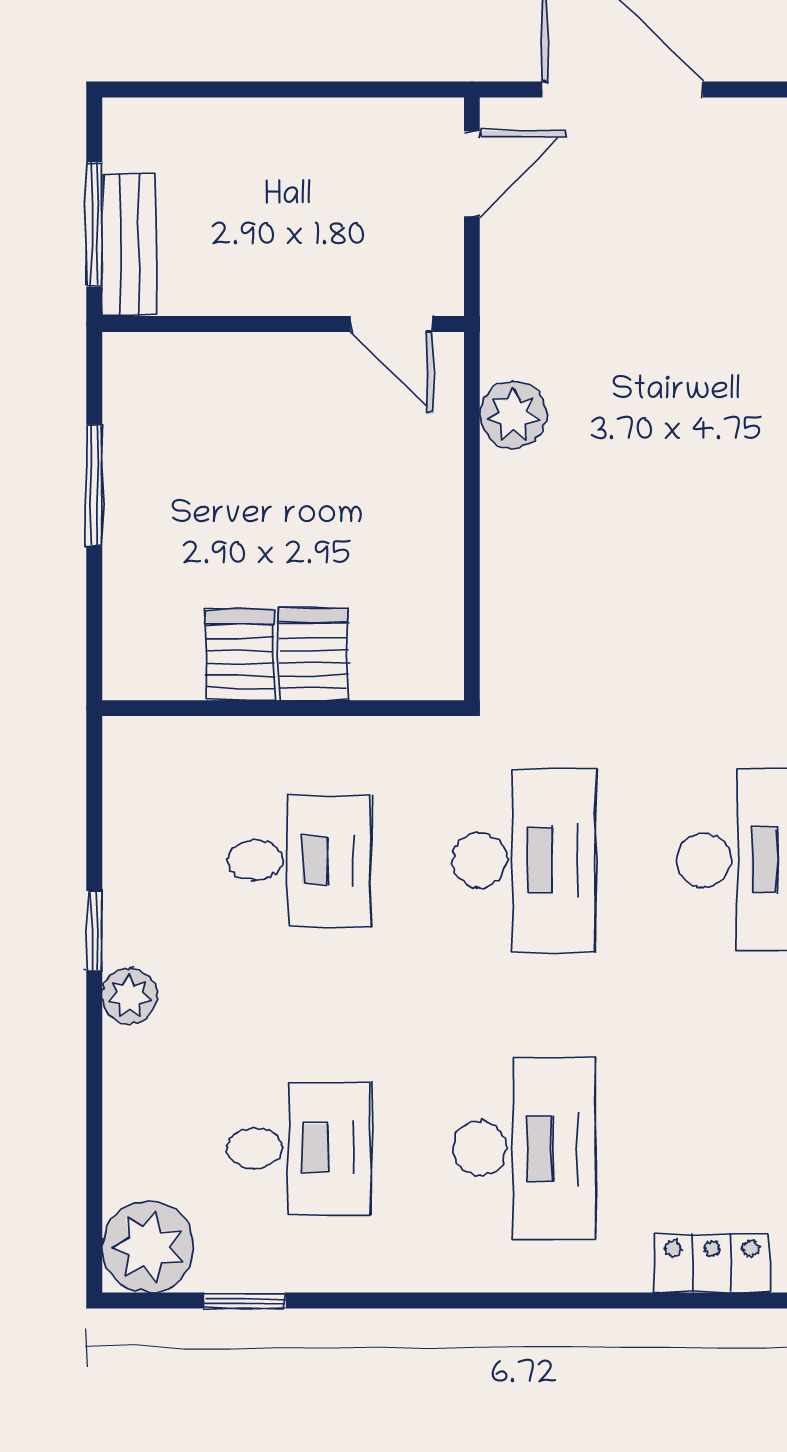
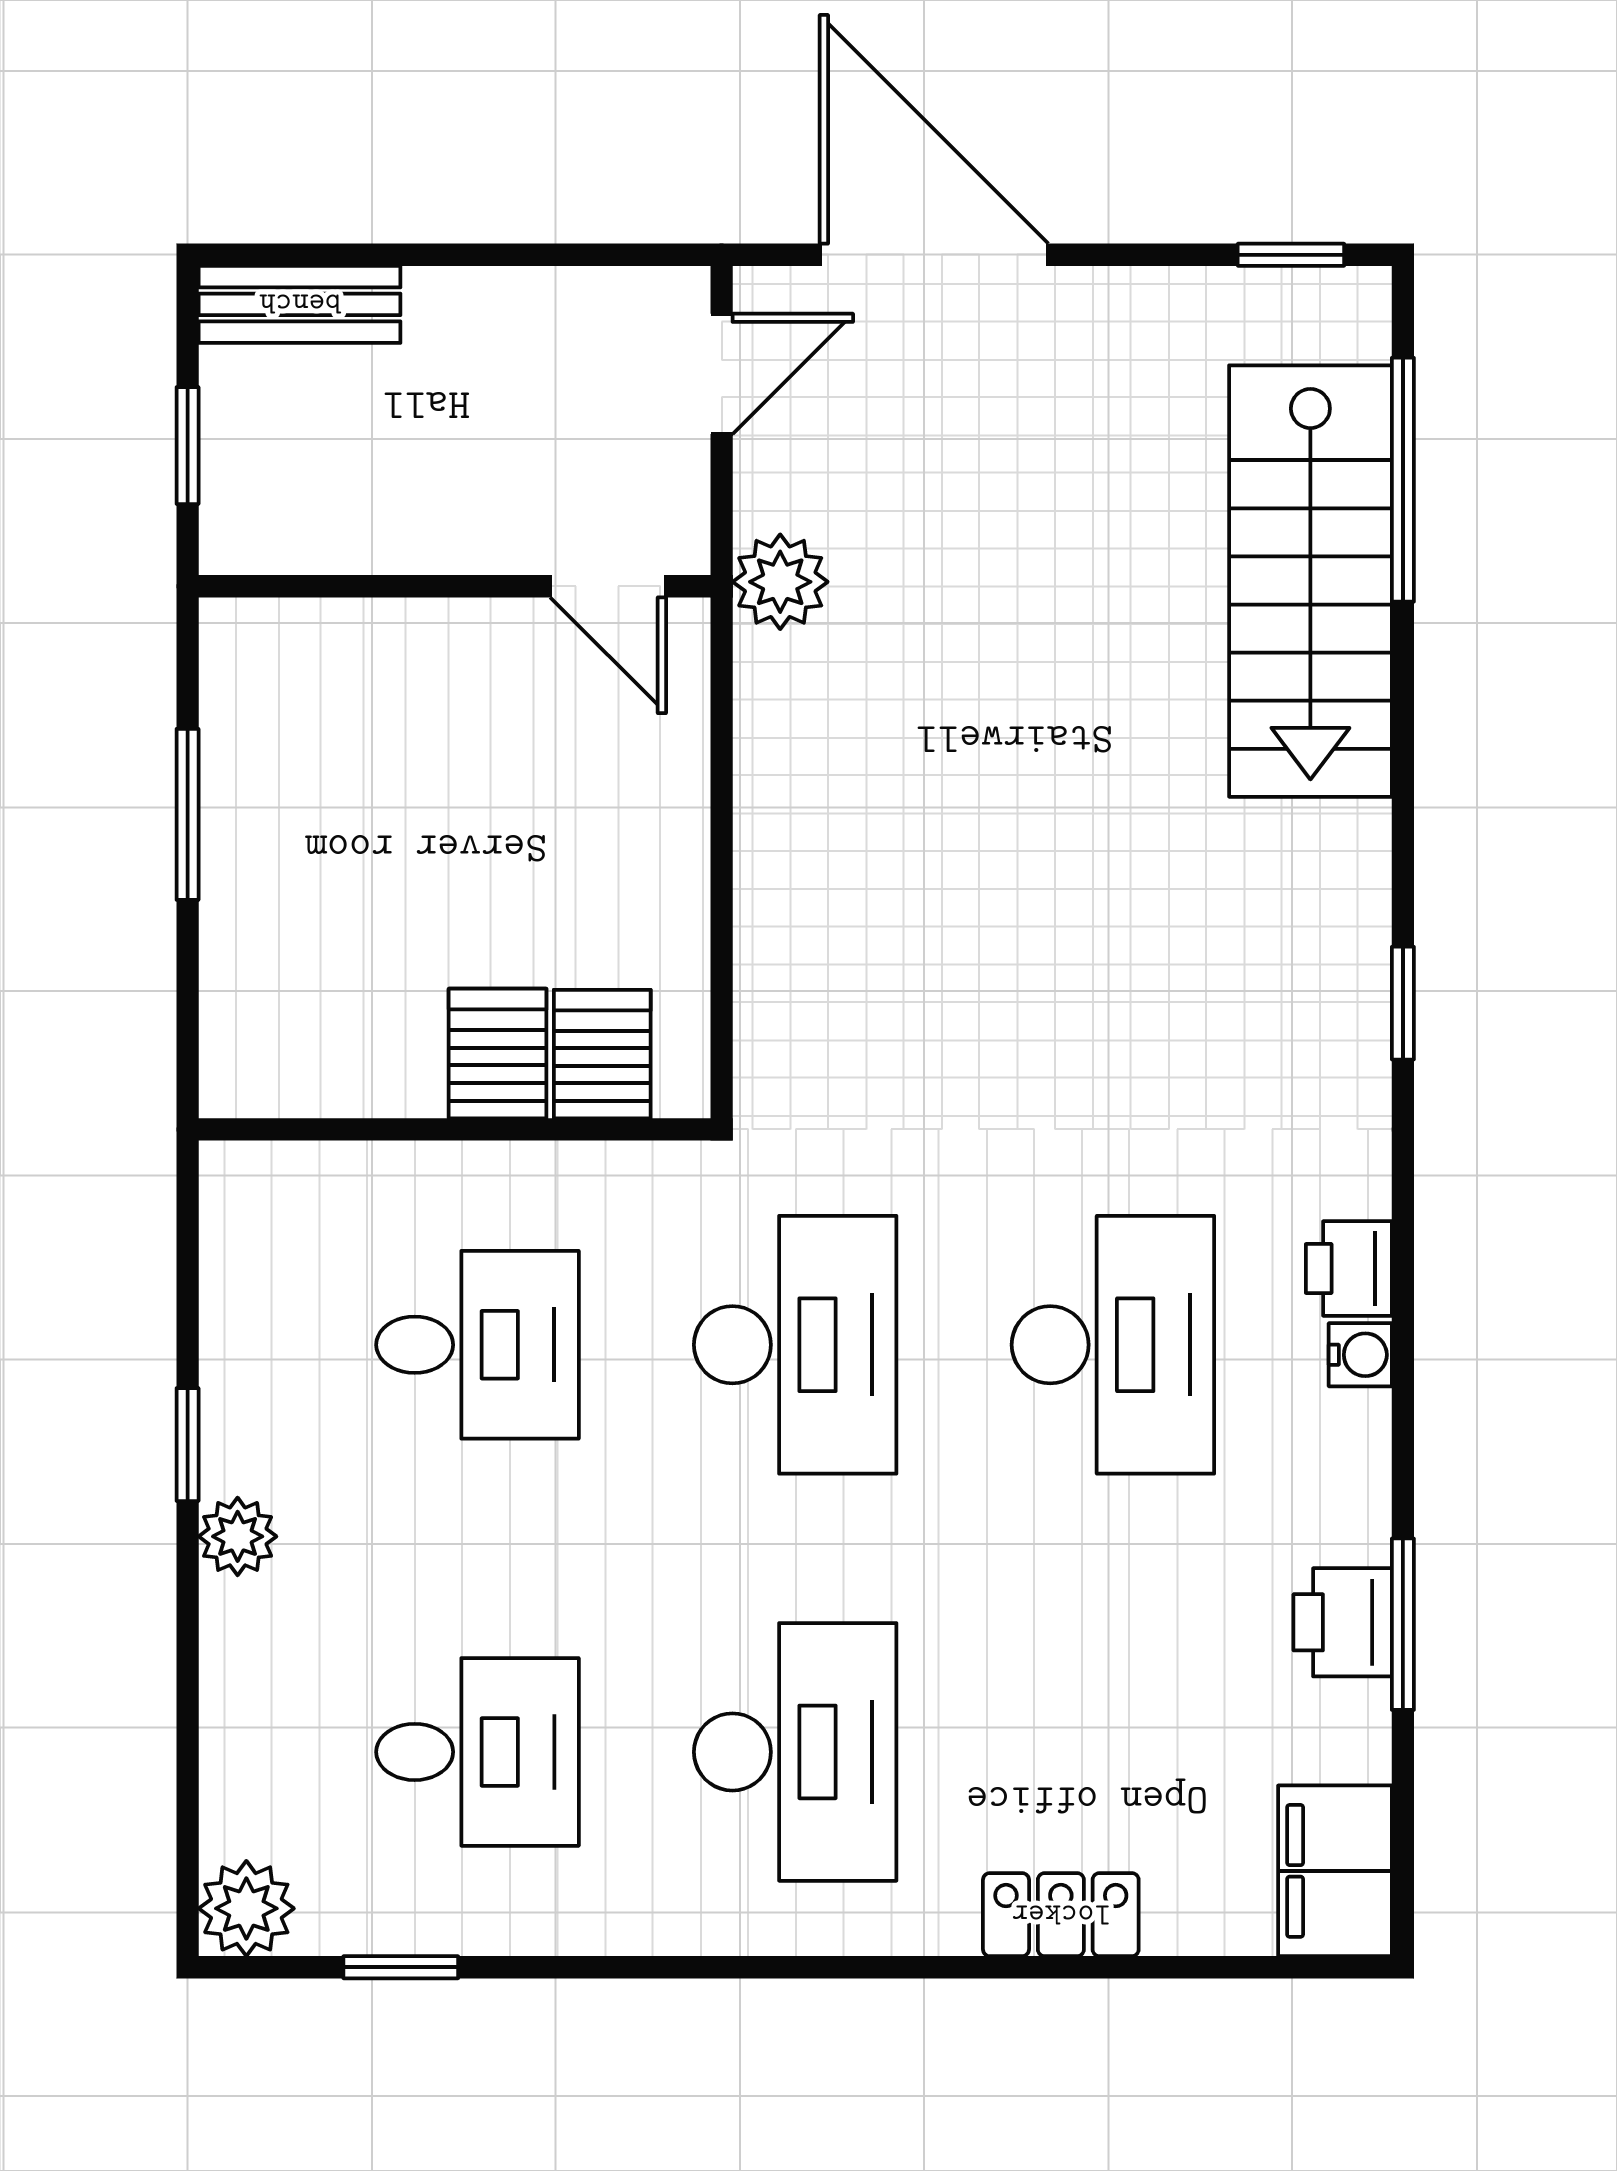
window: (94, 224) -> (188, 446), width x0.67
bench: (129, 245) -> (300, 304), moved, turned 90
plant: (513, 415) -> (780, 582), moved
server rack: (239, 655) -> (602, 1054), moved
plant: (148, 1247) -> (246, 1908), width x0.73, depth x0.73

